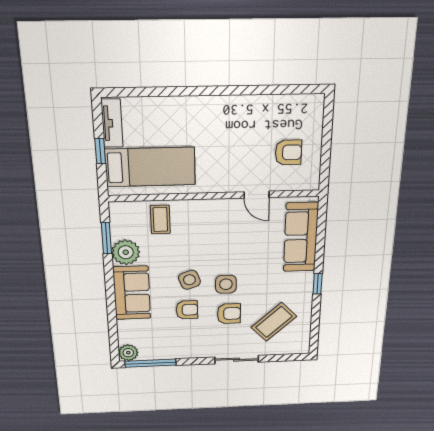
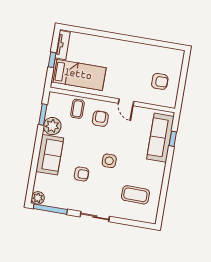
door: (257, 195) -> (126, 102), moved
side table: (189, 280) -> (87, 153), removed
window: (318, 284) -> (173, 139), moved
armchair: (229, 314) -> (100, 119), moved, turned -90
coffee table: (274, 322) -> (135, 195), turned 44
sliding door: (237, 360) -> (95, 217), moved

